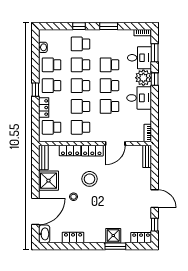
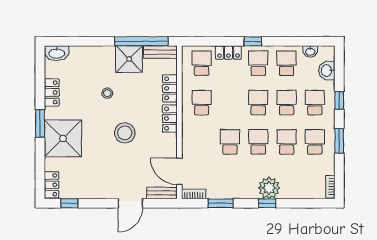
washbasin: (57, 35) -> (327, 71), added
window: (155, 53) -> (221, 203), moved
desk: (139, 58) -> (296, 183), removed
desk: (139, 98) -> (242, 182), removed
school desk: (81, 106) -> (315, 142), moved
door: (115, 144) -> (179, 171), moved
window: (35, 172) -> (141, 41), added
stool: (90, 179) -> (125, 133), moved
door: (155, 199) -> (130, 203), moved
door: (35, 211) -> (87, 41), removed
shower: (113, 236) -> (63, 138), width x1.86, depth x1.86
window: (115, 246) -> (40, 123), moved

